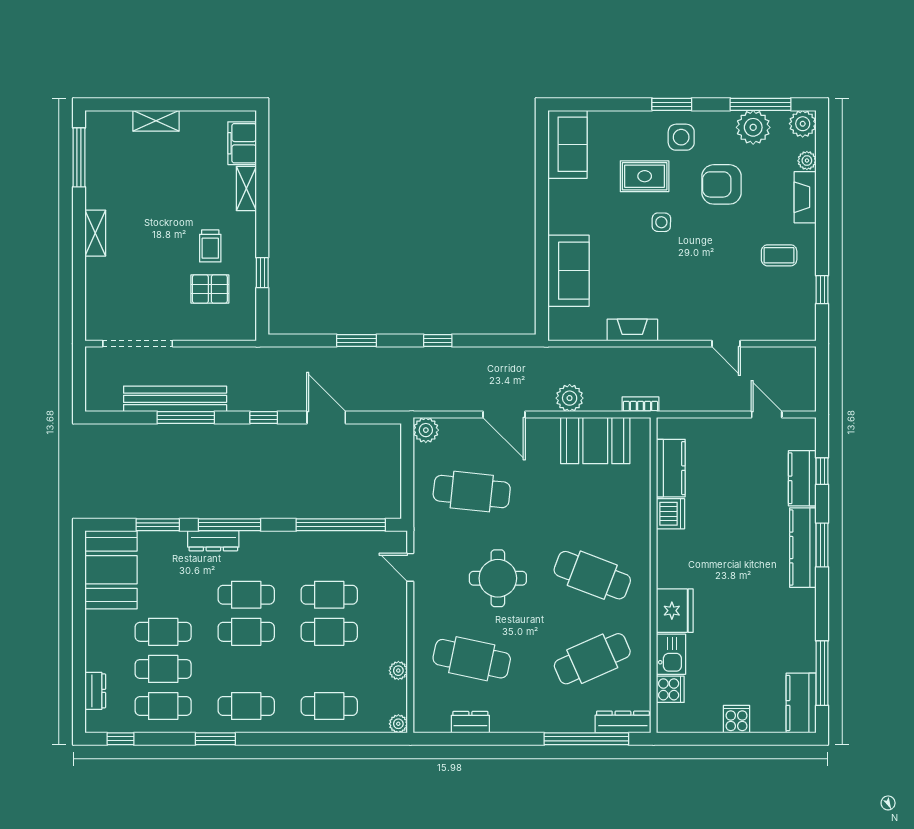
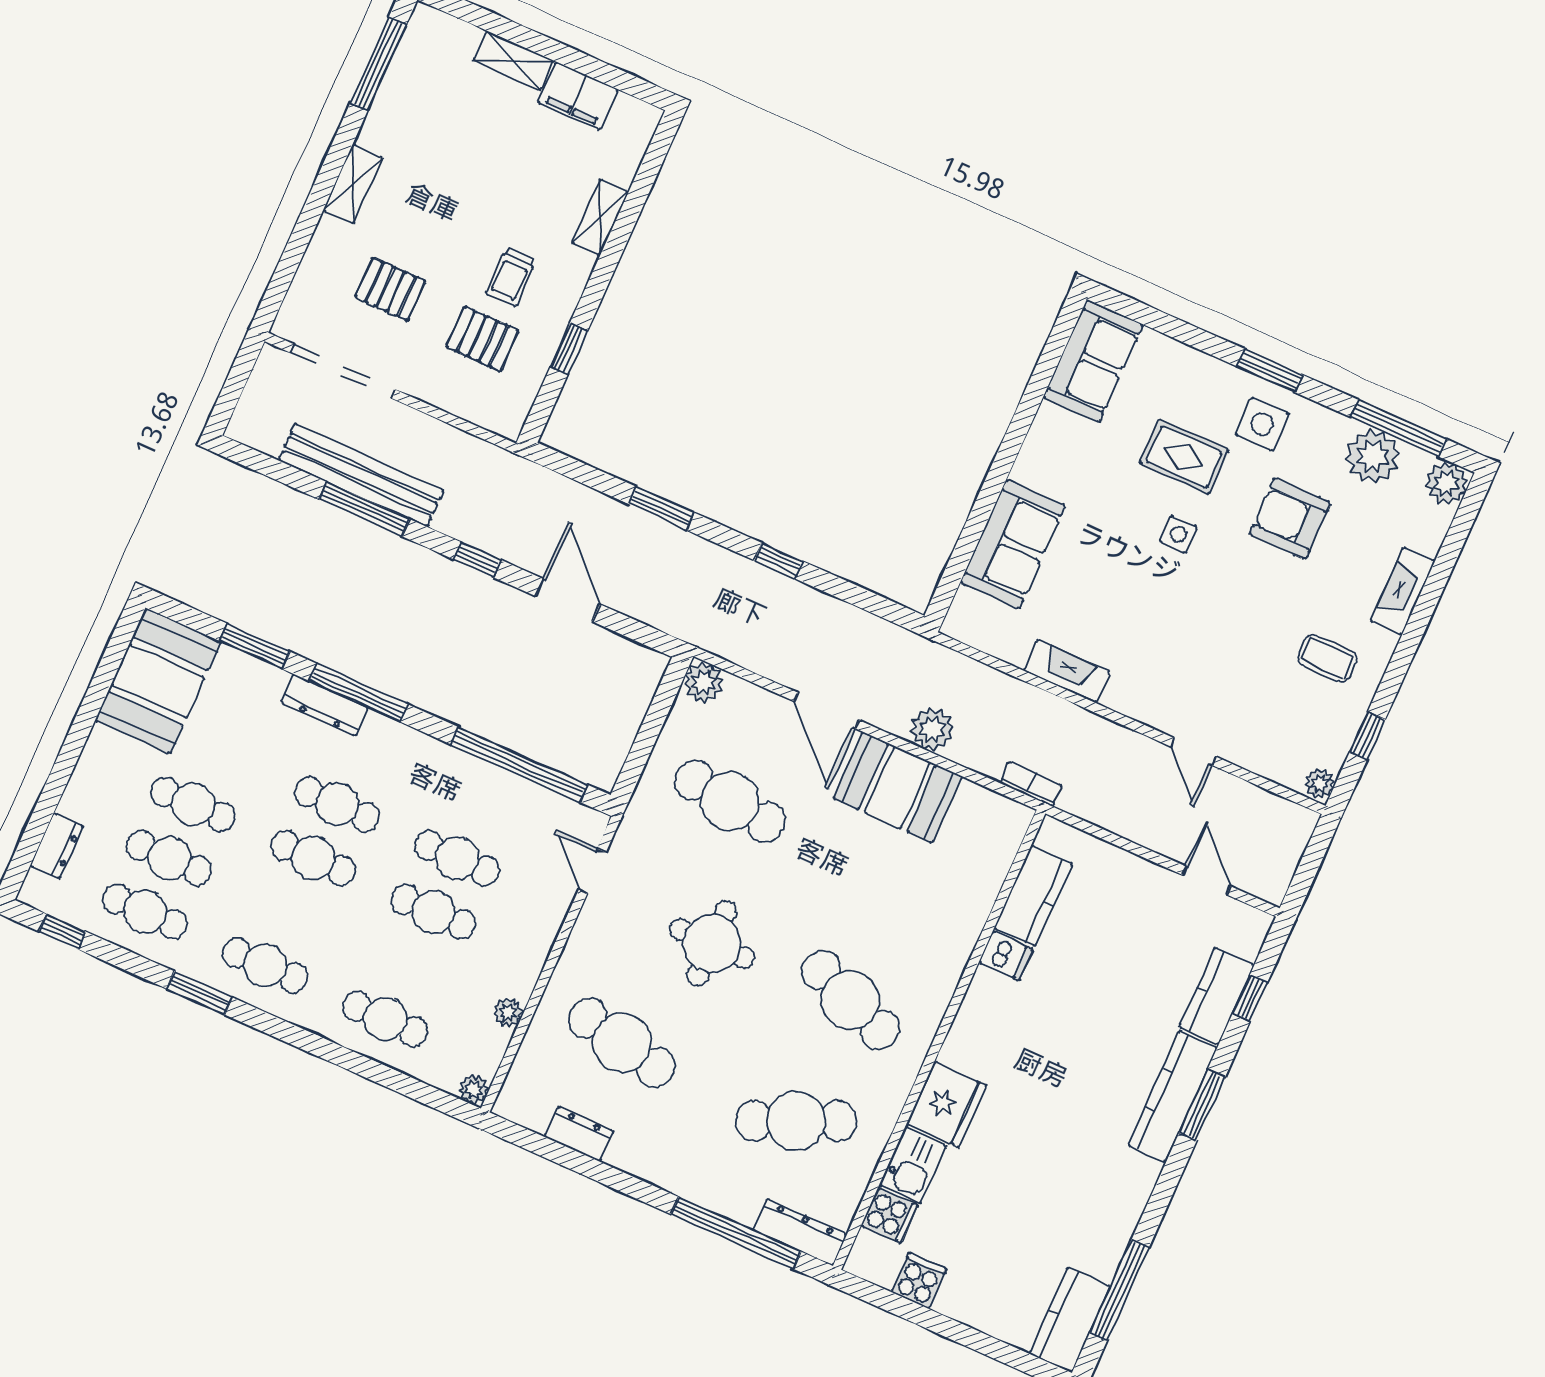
filing cabinet: (242, 143) -> (578, 96), moved, turned -90
plant: (807, 161) -> (1320, 783), moved
pallet: (144, 284) -> (390, 289), added
booth: (595, 441) -> (898, 787), moved
dishwasher: (671, 514) -> (1006, 956), width x0.73
cooker: (737, 719) -> (919, 1281), moved

